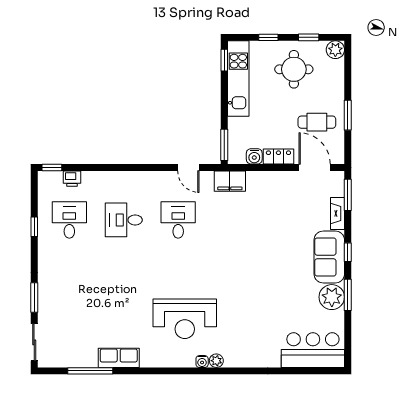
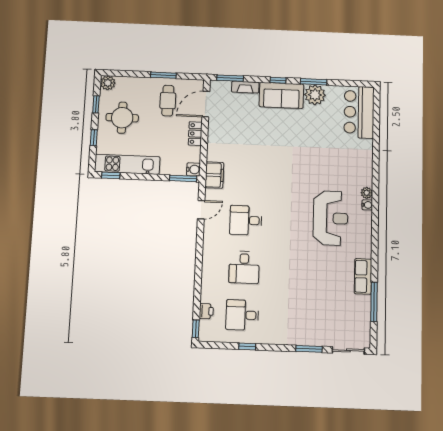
water cooler: (254, 156) -> (193, 169), moved

